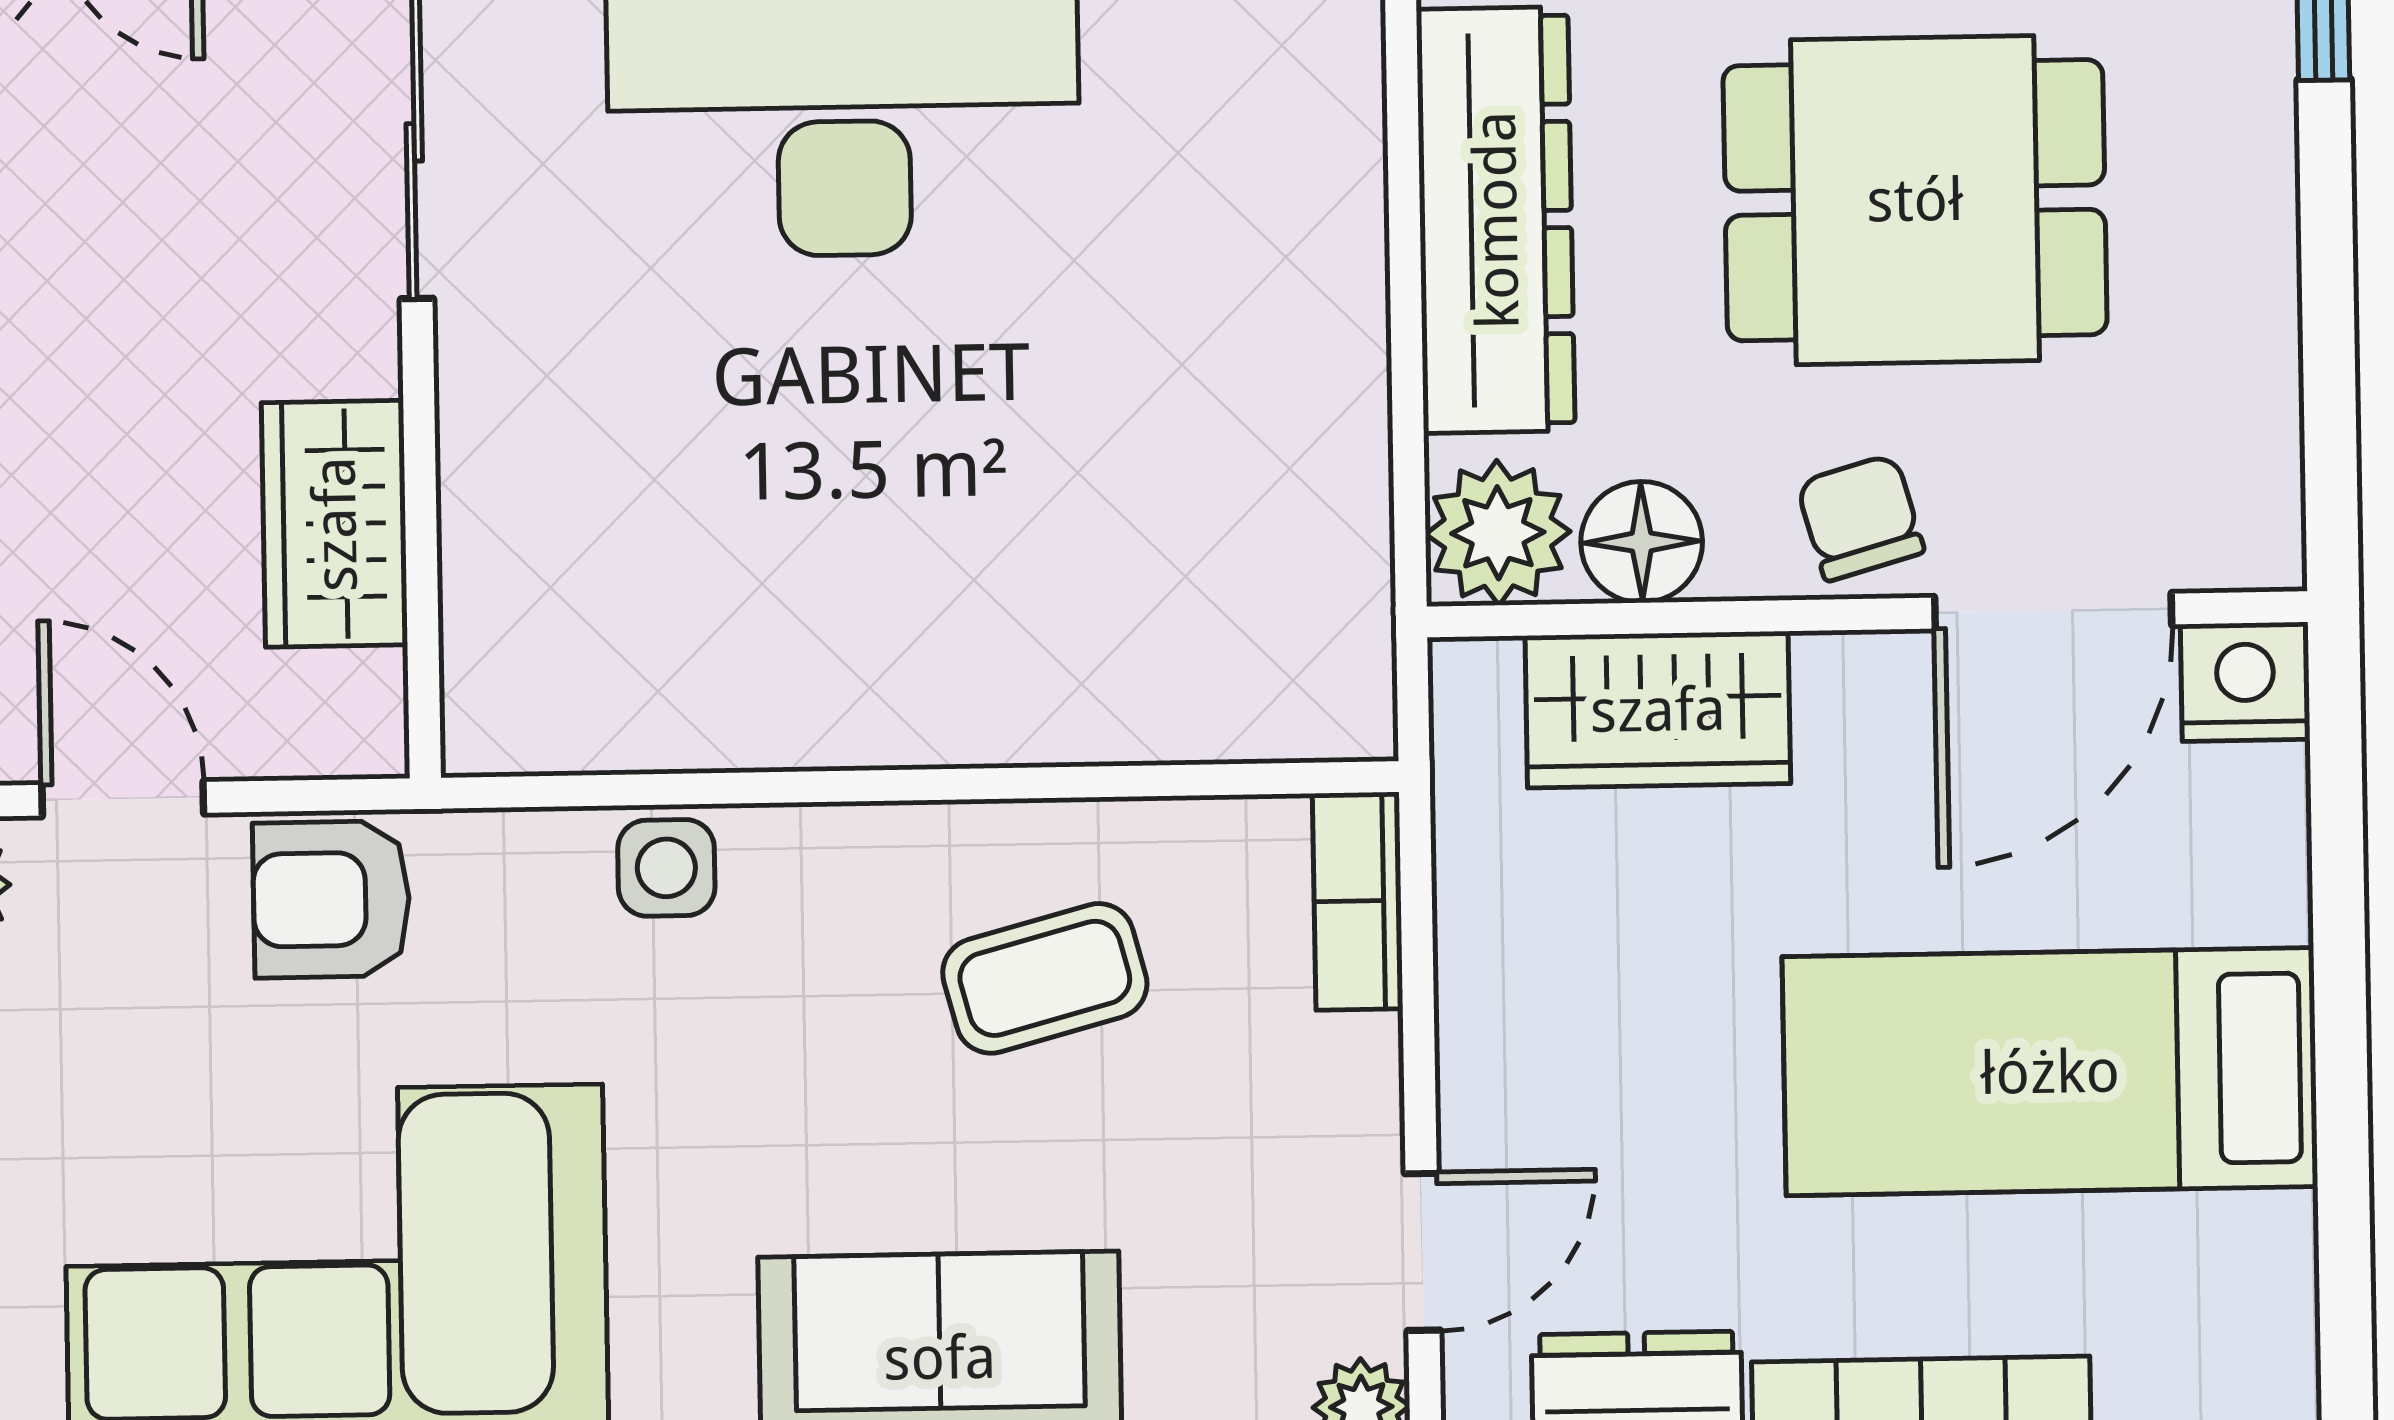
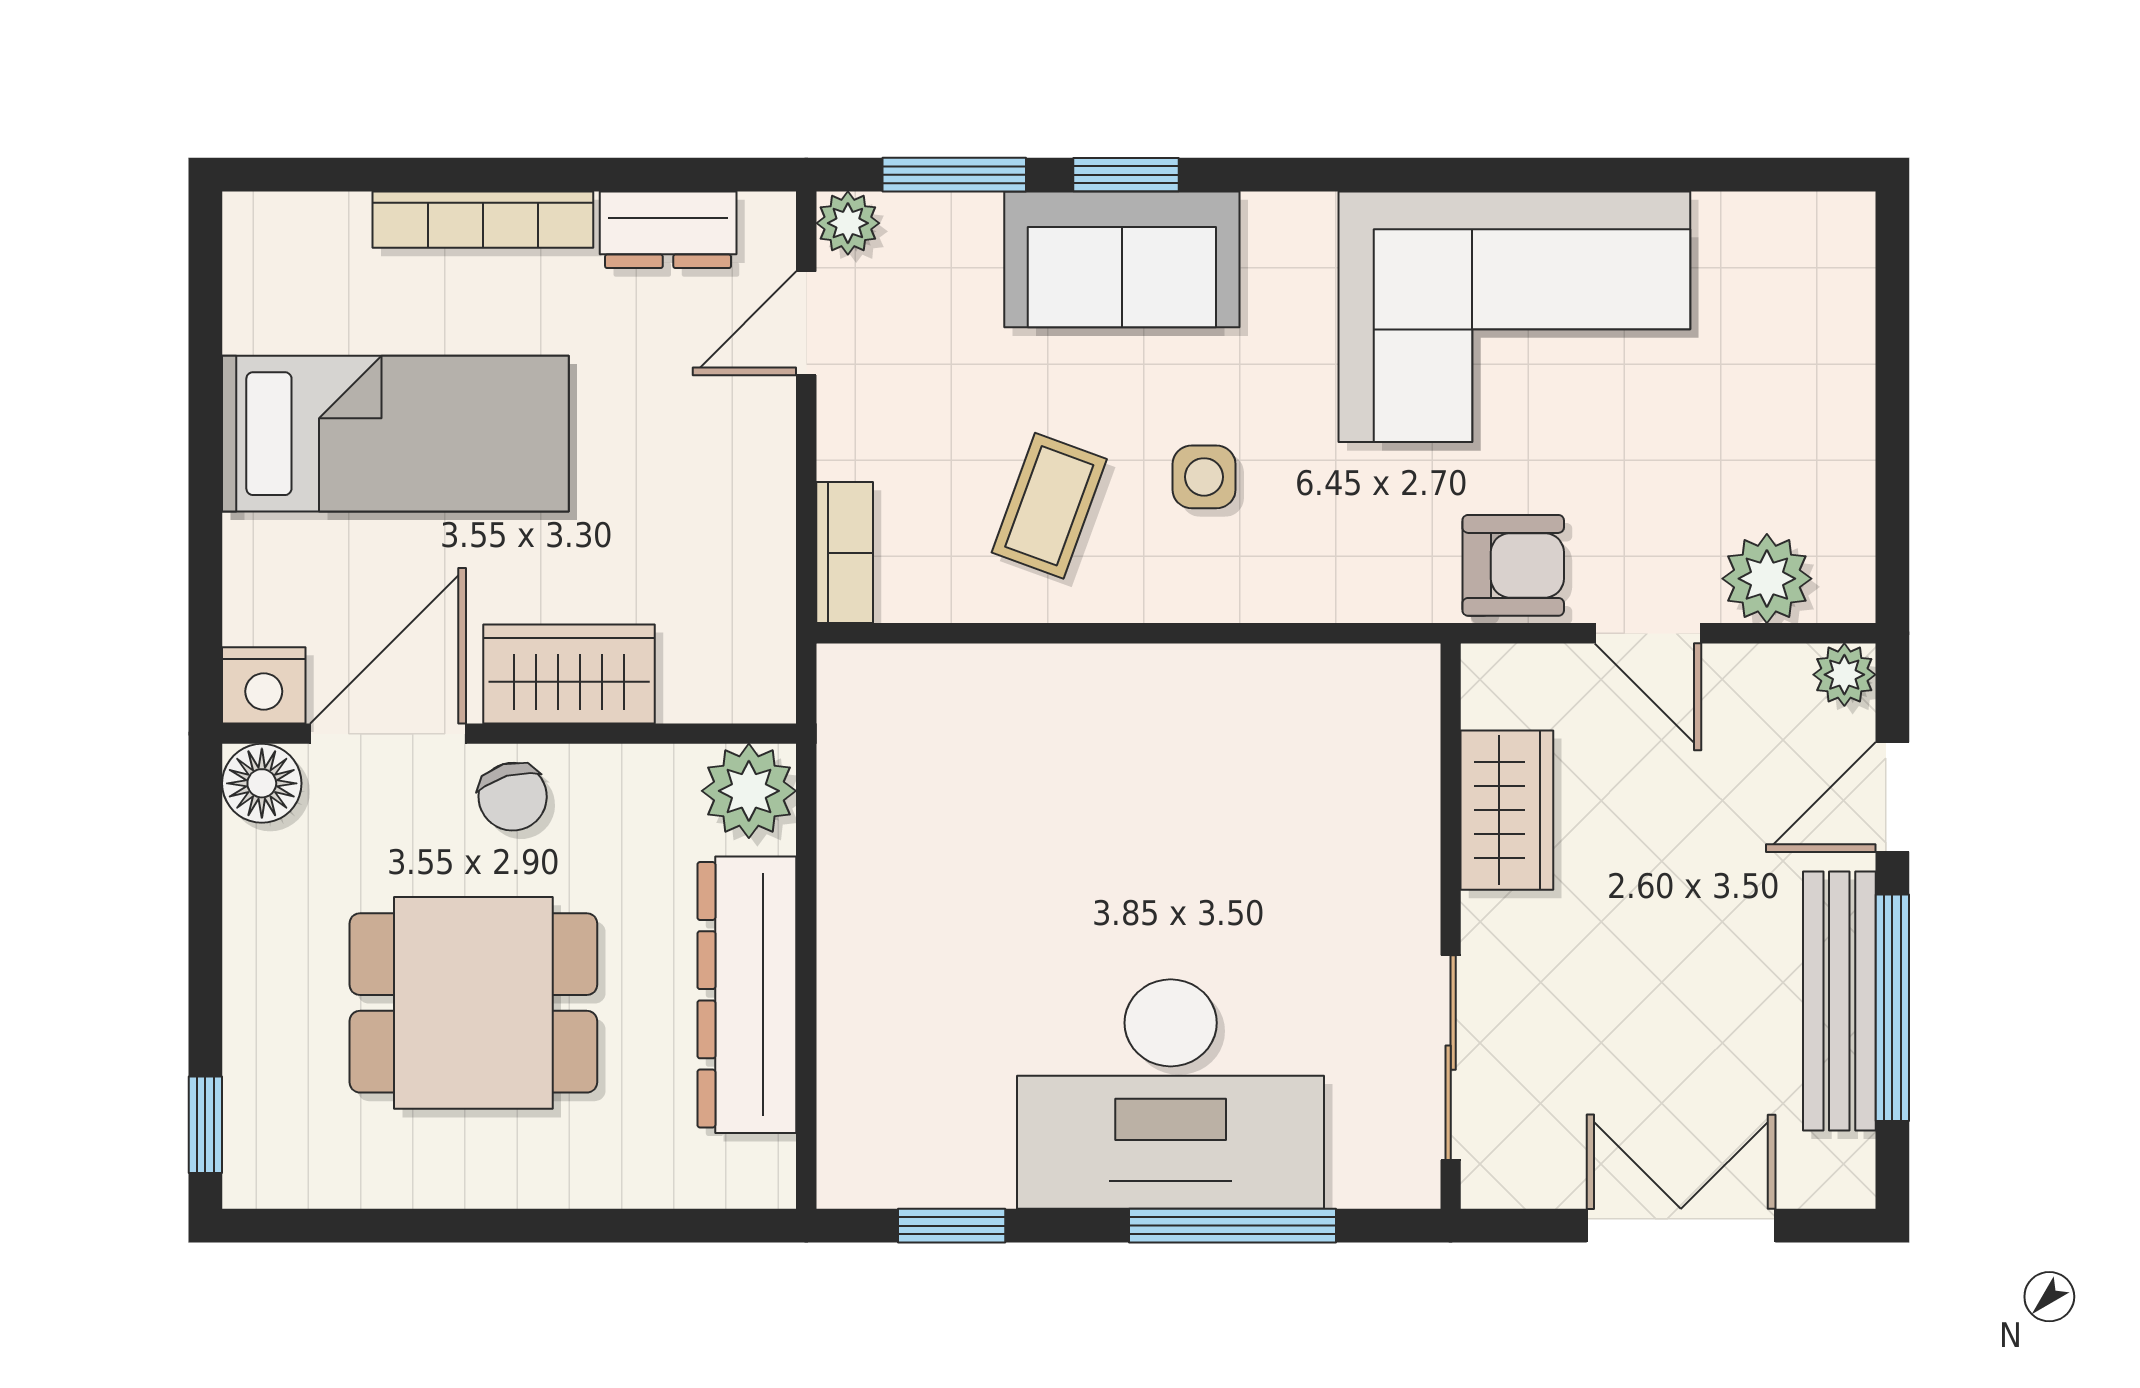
floor lamp: (1642, 542) -> (262, 783), moved
wardrobe: (1658, 710) -> (569, 674), moved
side table: (666, 868) -> (1204, 477), moved
coffee table: (1045, 978) -> (1049, 506), turned -55

